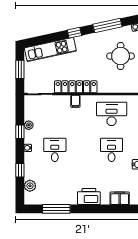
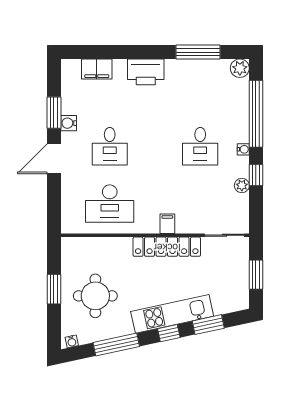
window: (50, 38) -> (208, 325), added
kitchen unit: (50, 50) -> (172, 314), moved
window: (20, 170) -> (256, 114), width x3.17
plant: (30, 186) -> (240, 68), moved

